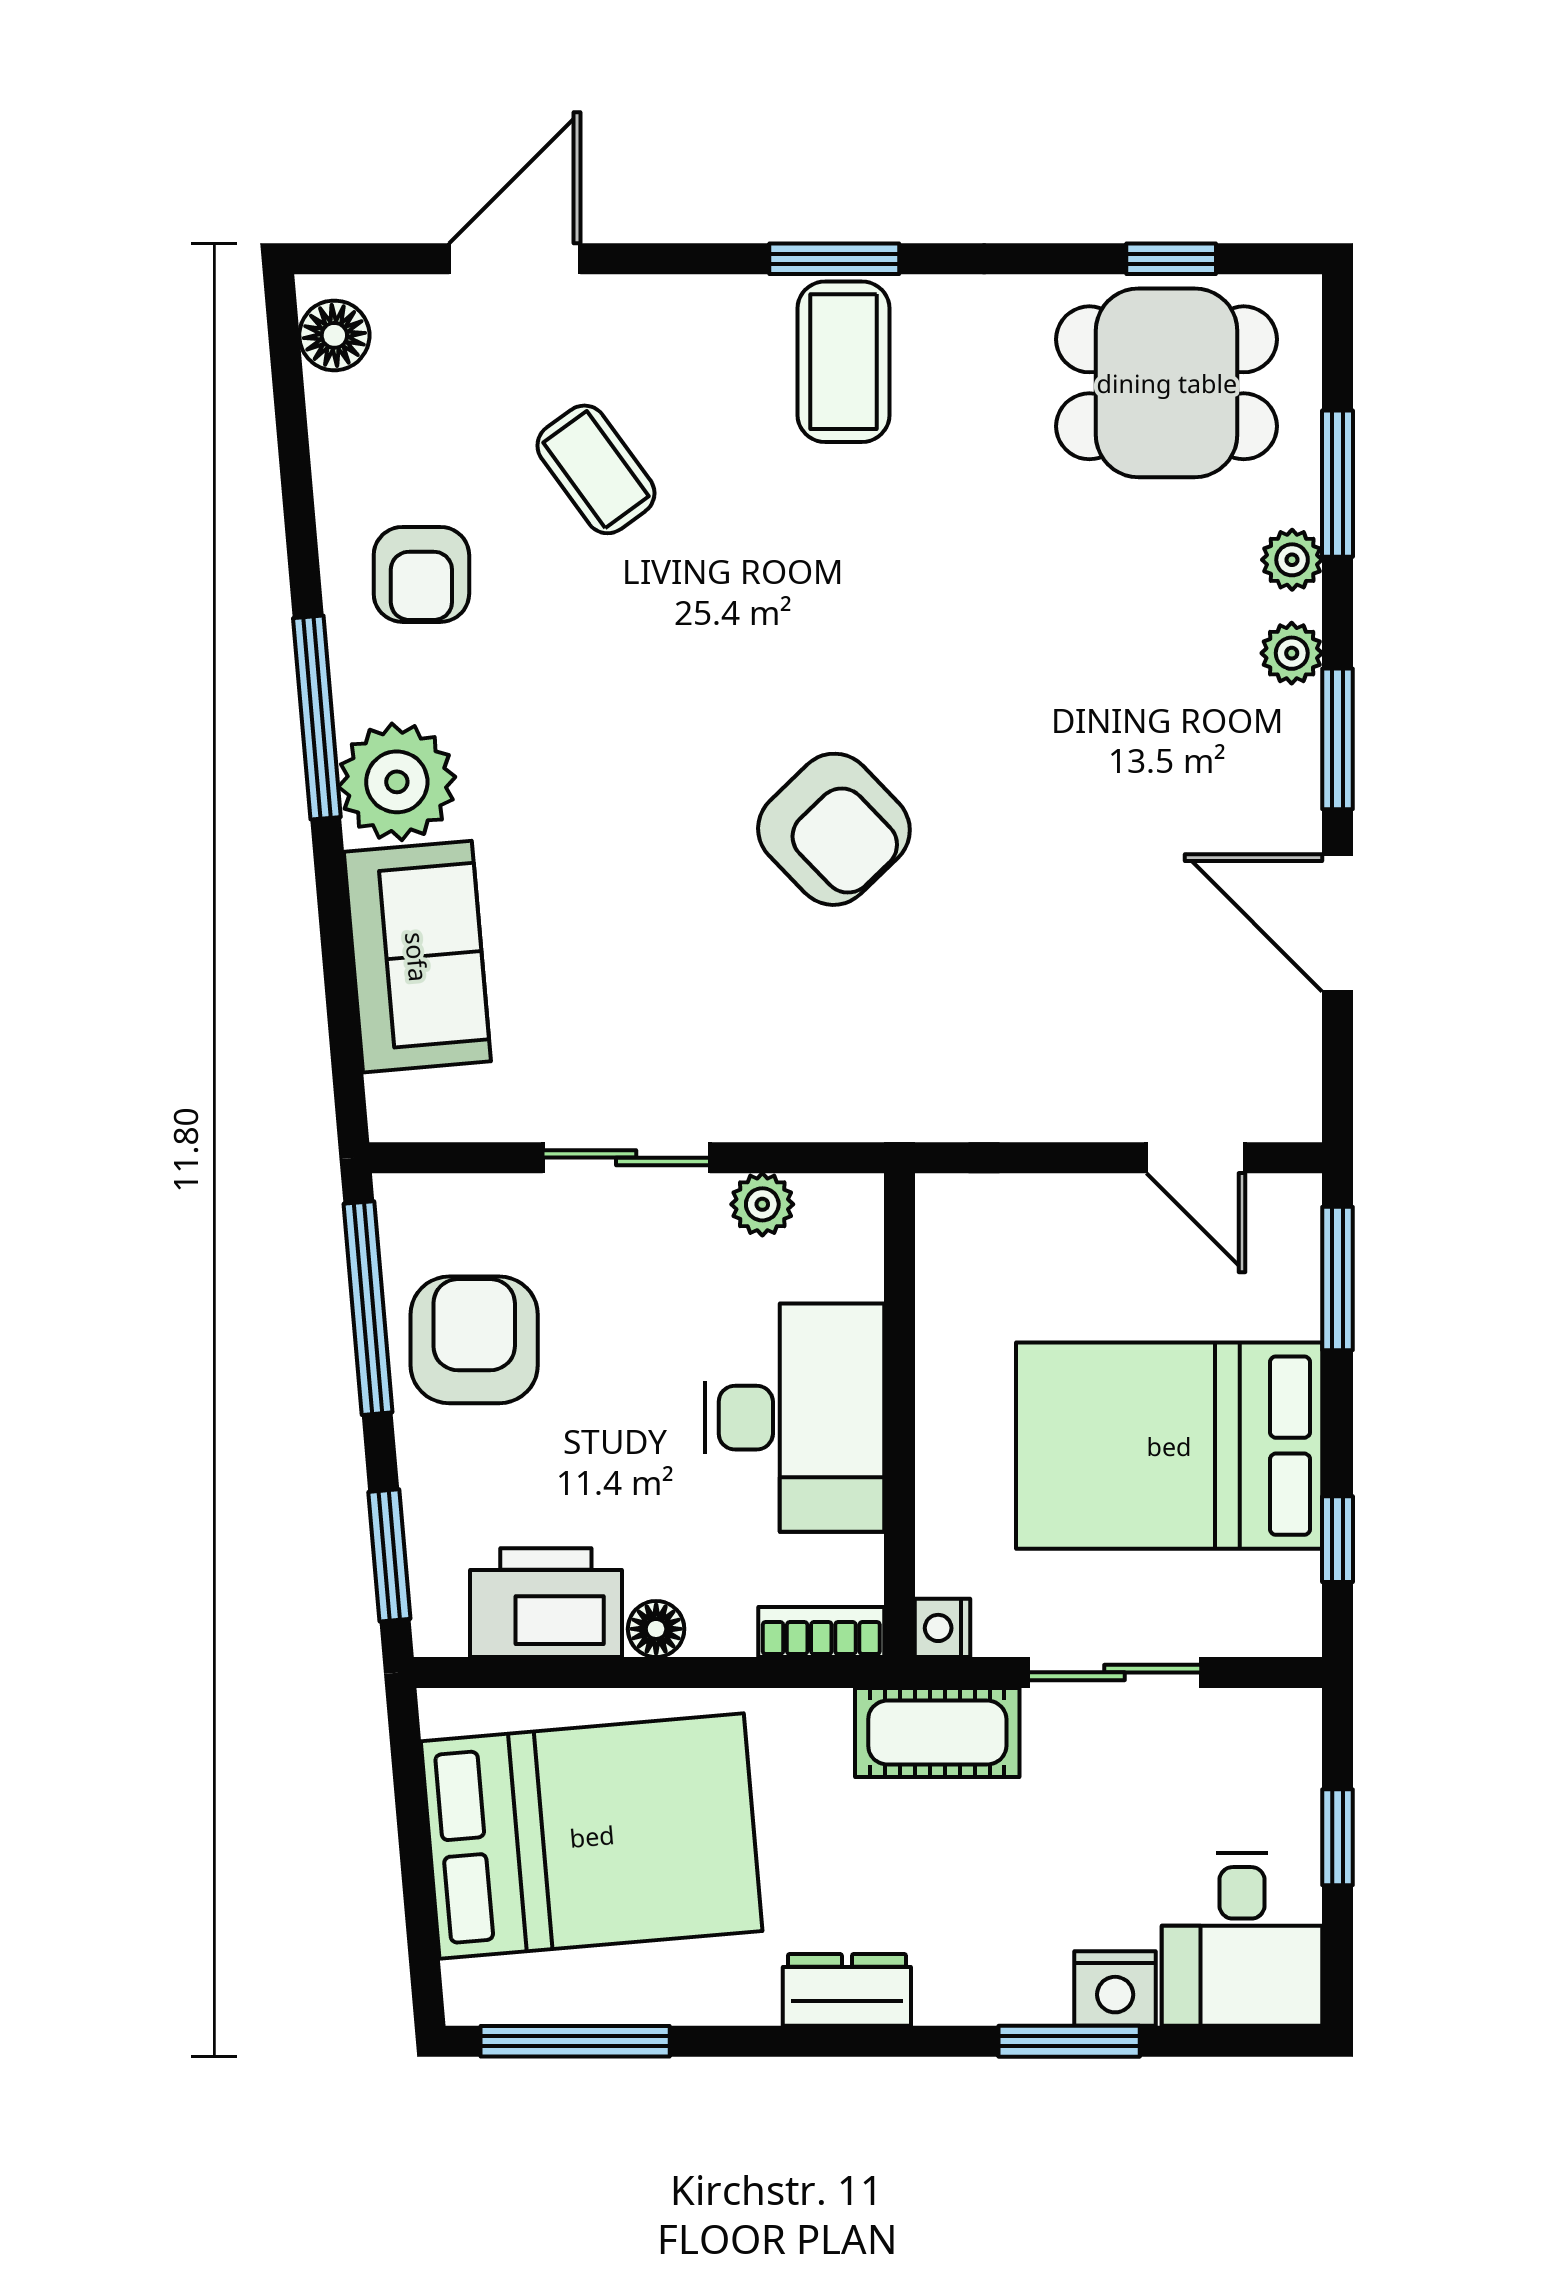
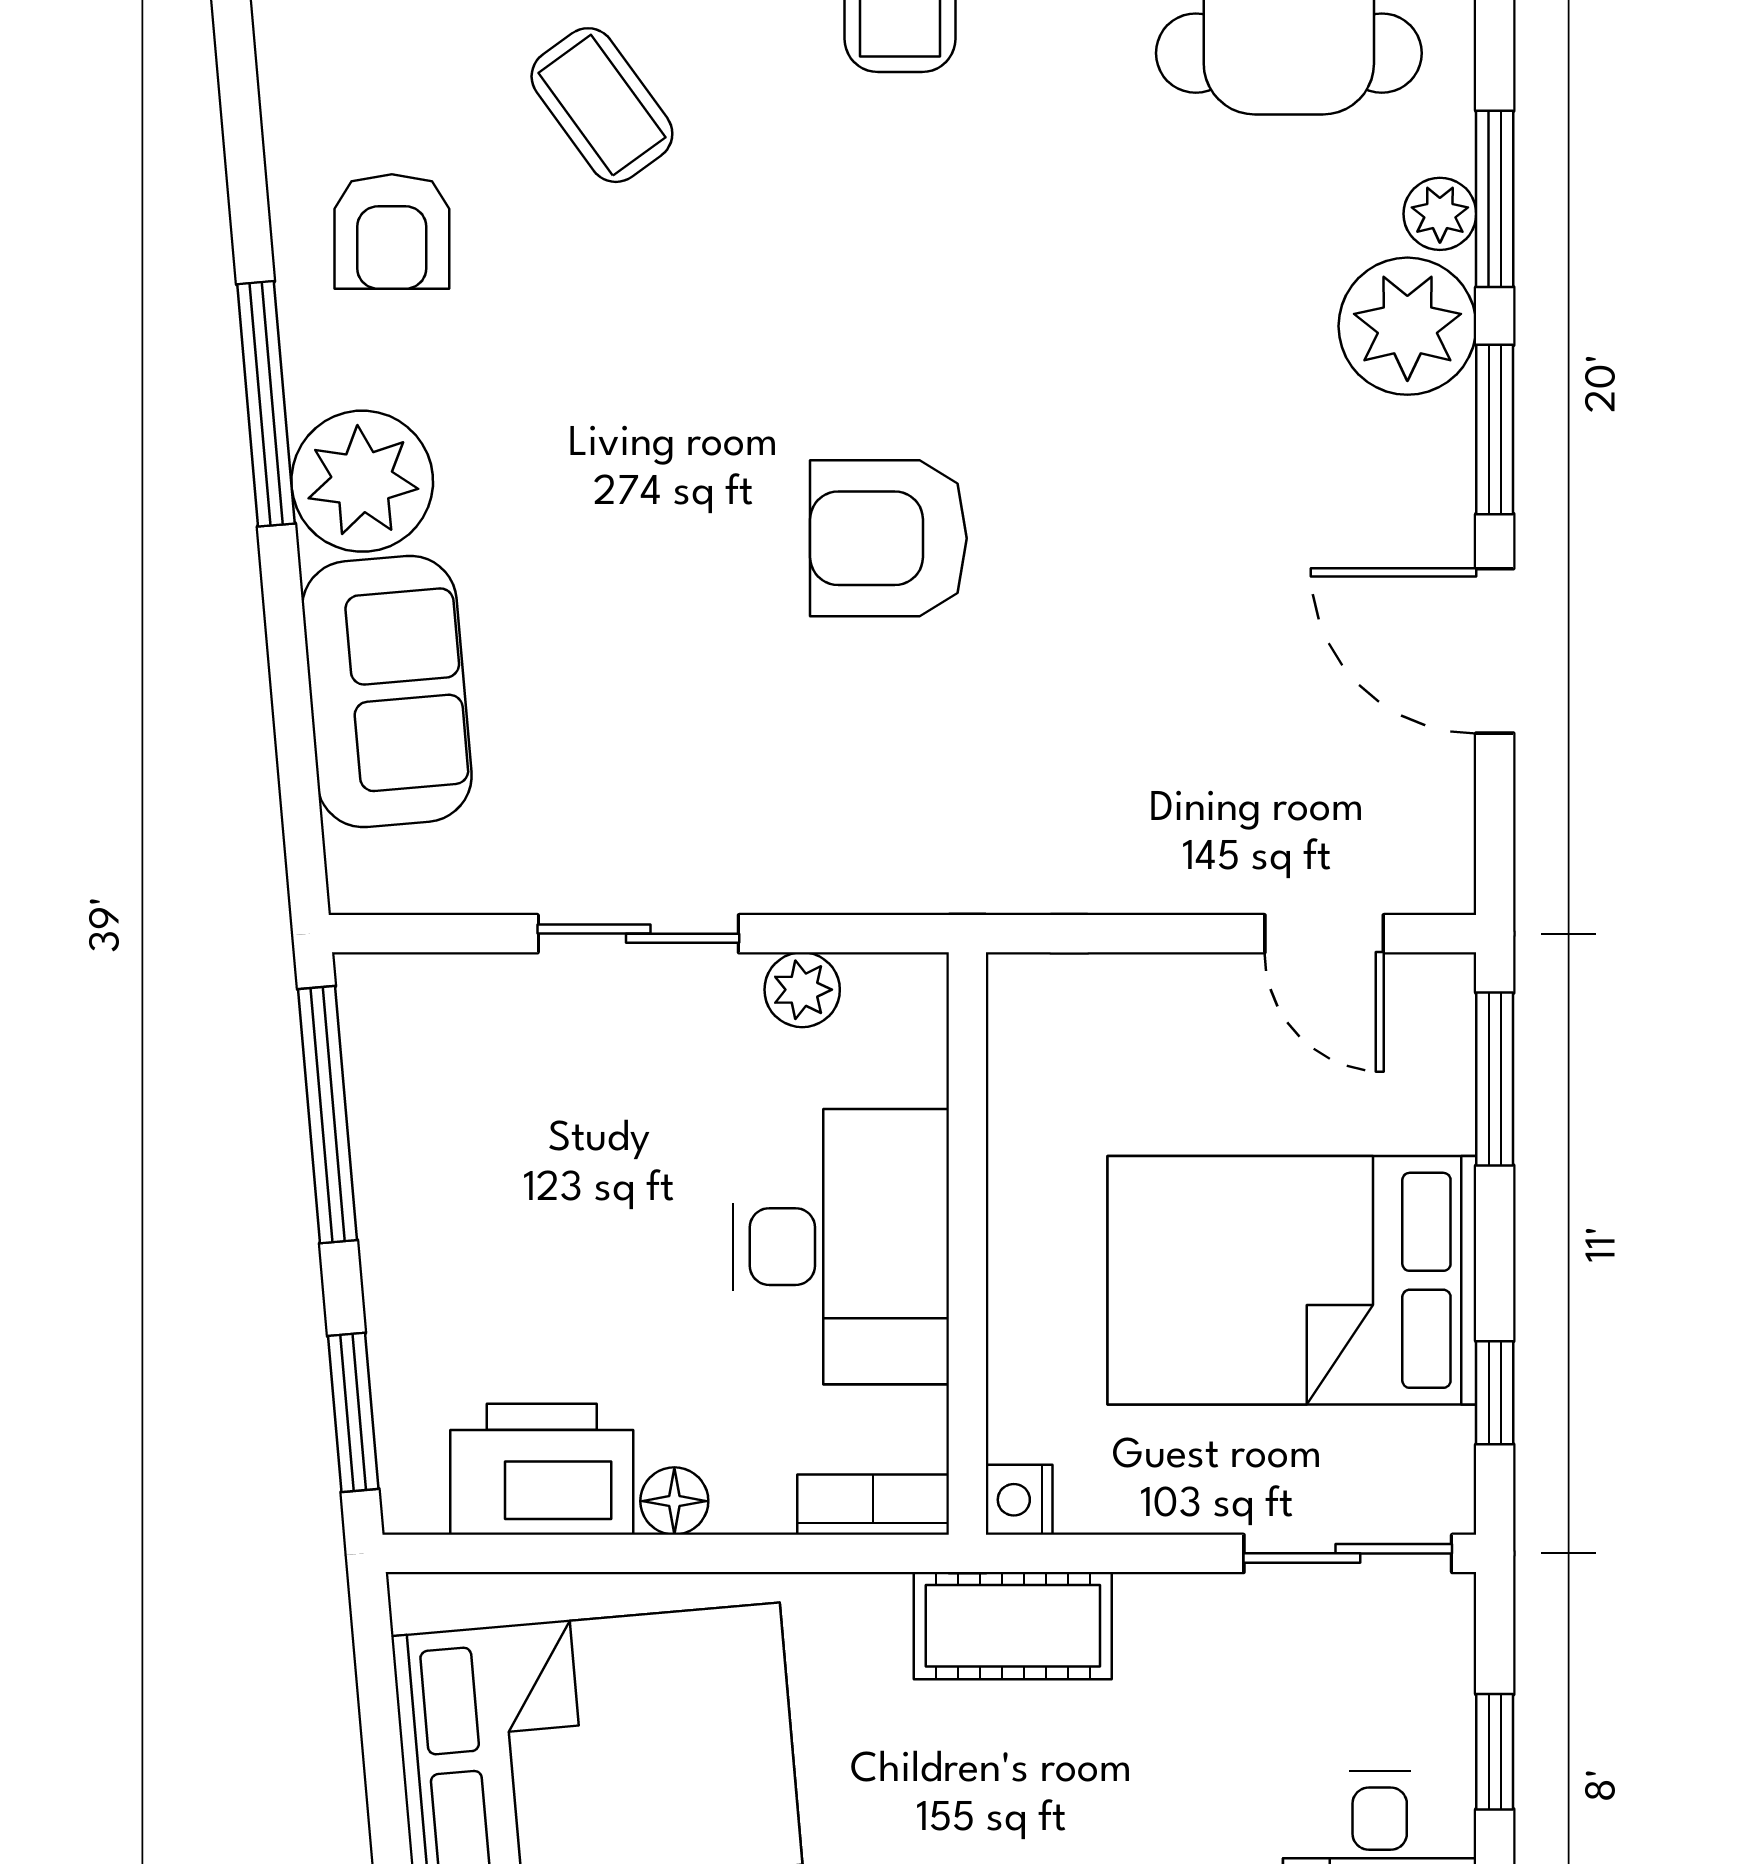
window: (1338, 484) -> (1495, 199), moved
plant: (1292, 653) -> (1407, 326), width x1.87, depth x1.87
armchair: (834, 829) -> (888, 538), turned 134
armchair: (474, 1340) -> (455, 1153), removed
sliding door: (1115, 1672) -> (1348, 1553), moved

